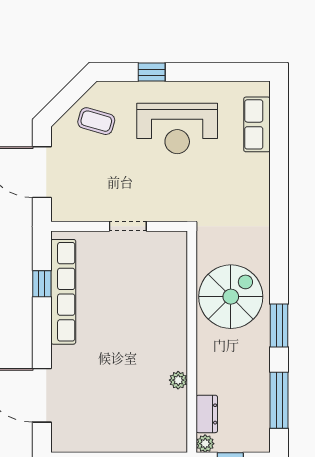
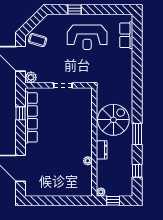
coffee table: (96, 121) -> (38, 40), moved
plant: (63, 210) -> (31, 77), added
window: (279, 400) -> (137, 171), width x0.46
dresser: (207, 414) -> (102, 150), moved

